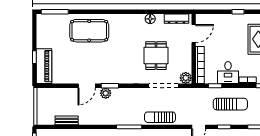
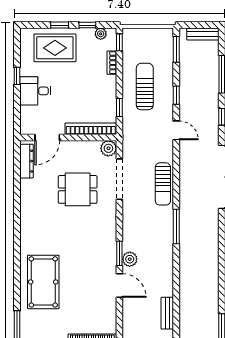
floor lamp: (150, 19) -> (27, 197), removed
door: (194, 34) -> (47, 137), swing flipped
desk: (228, 73) -> (35, 91), moved, turned 180

